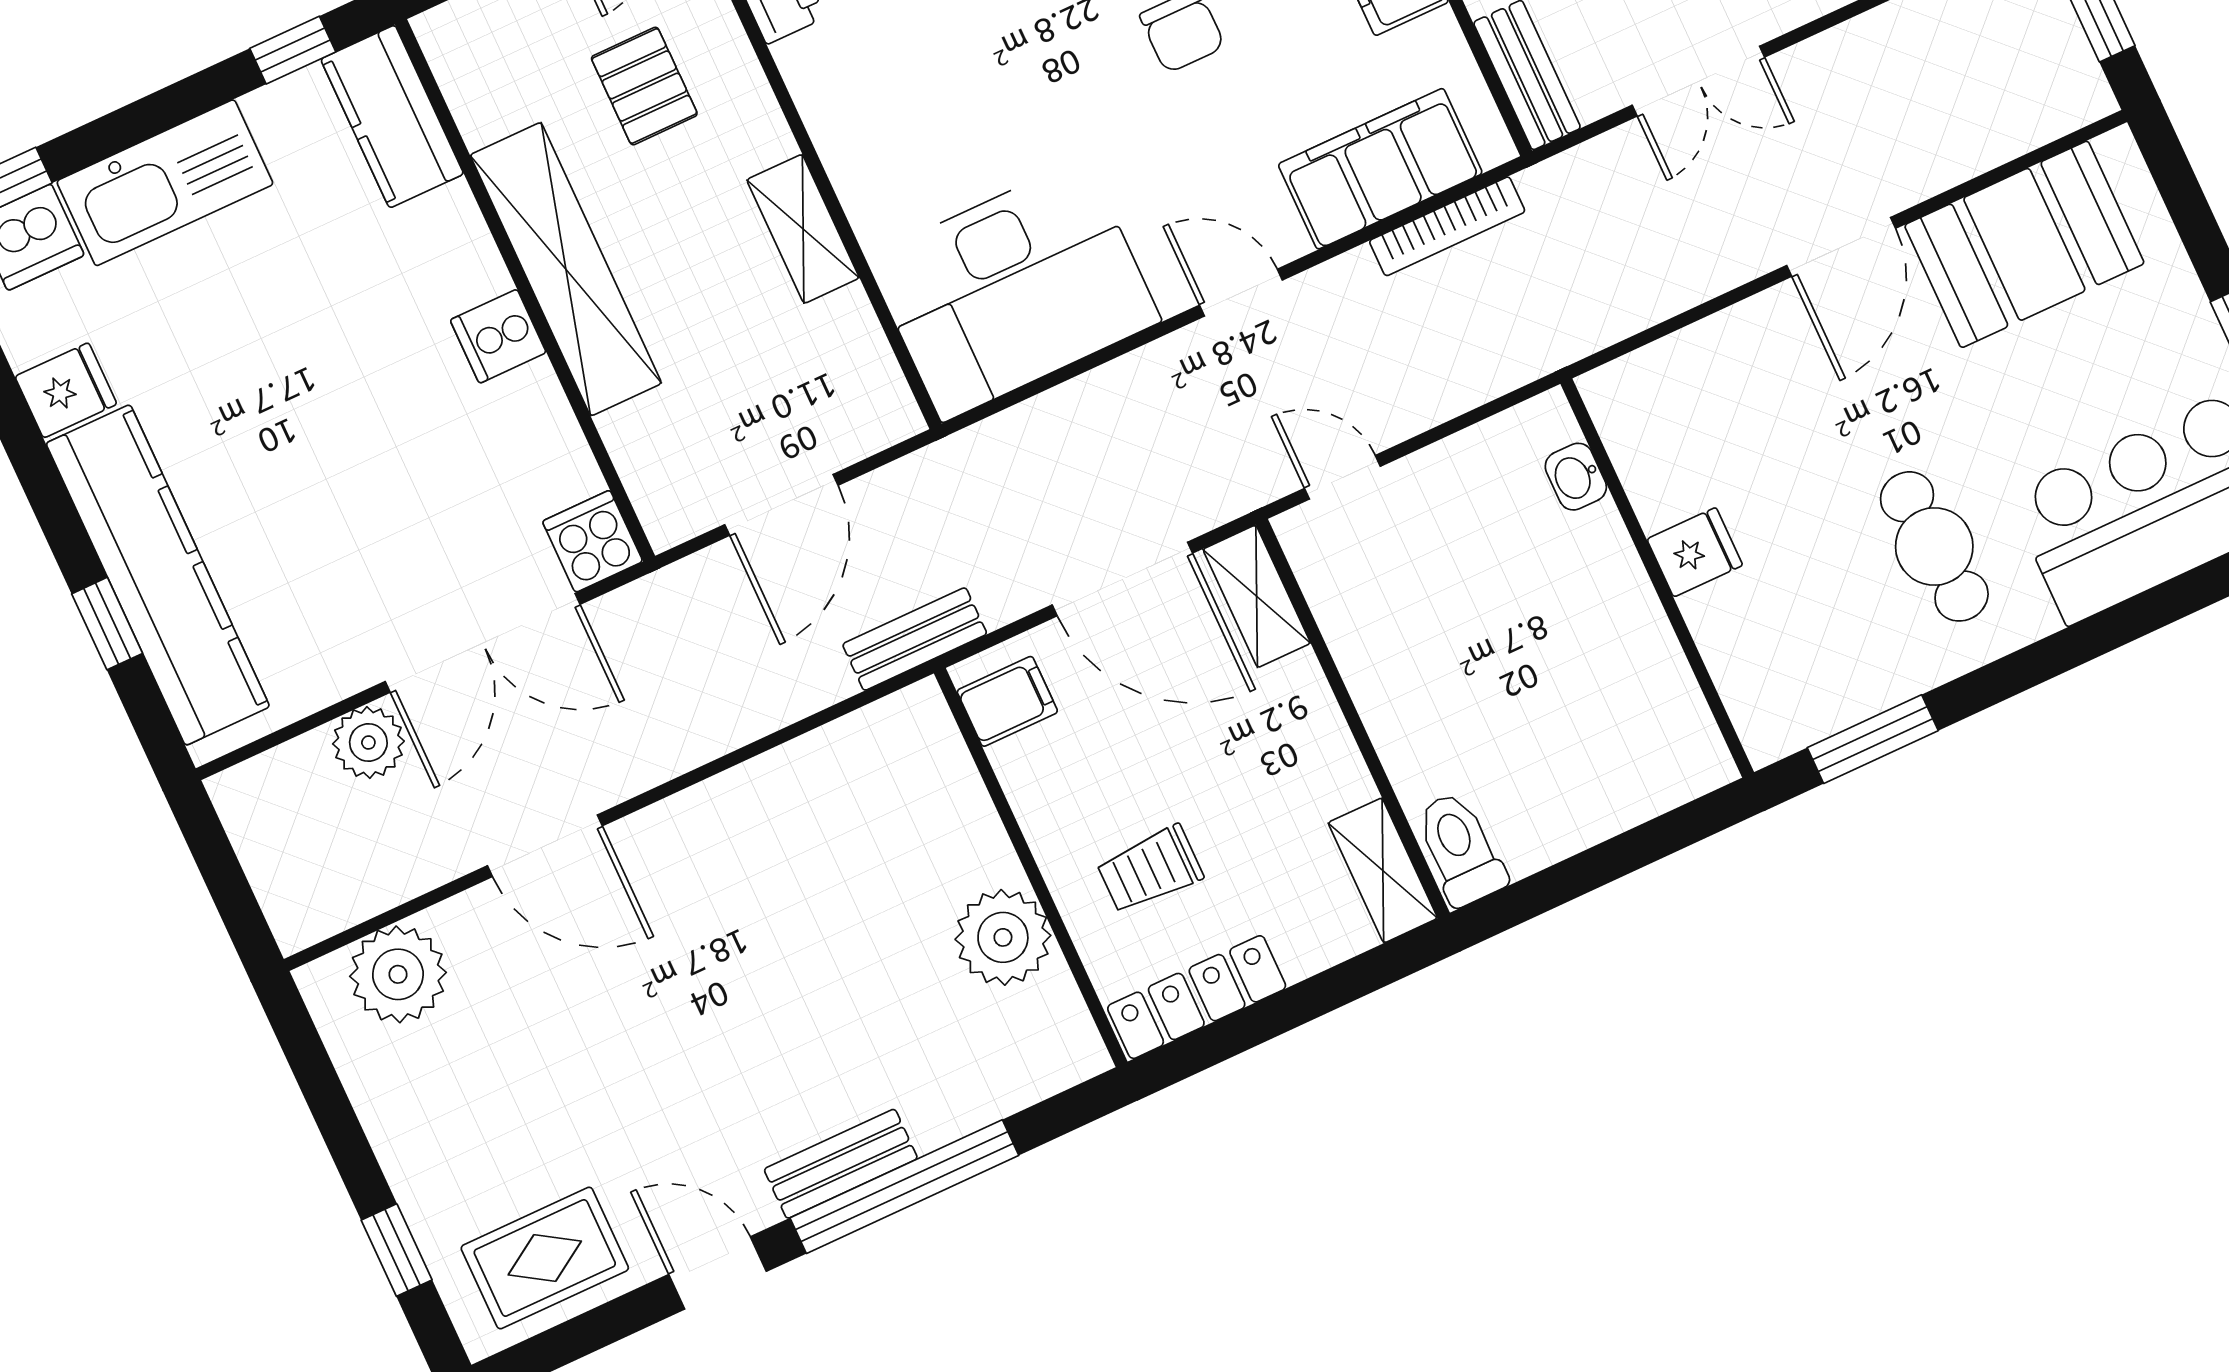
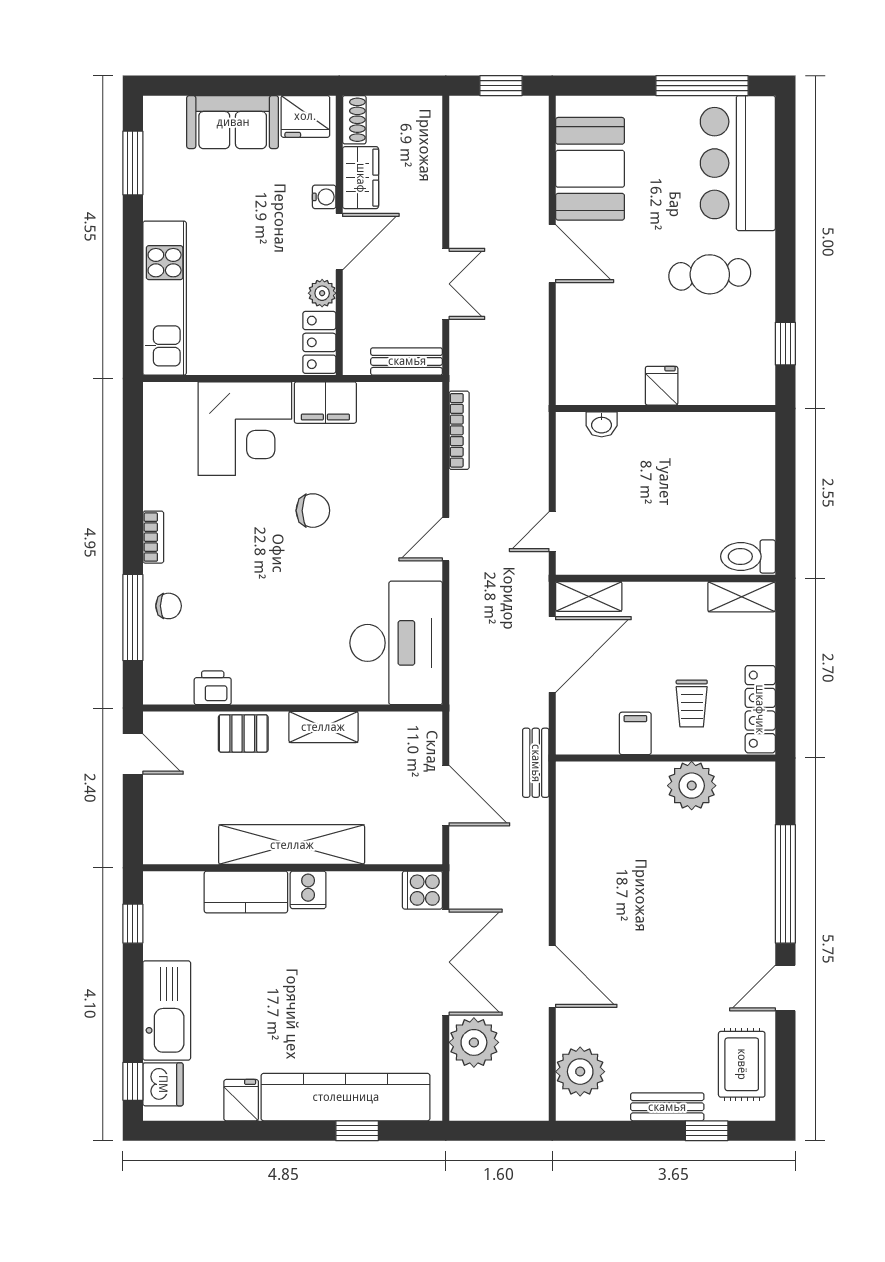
pallet: (644, 86) -> (243, 733), moved
kitchen counter: (392, 116) -> (246, 892), moved
filing cabinet: (1380, 169) -> (418, 449), removed
filing cabinet: (1007, 701) -> (635, 733), moved
window: (1873, 739) -> (785, 344), width x0.67
plant: (368, 743) -> (474, 1042), width x1.36, depth x1.36
door: (545, 846) -> (552, 977), hinge flipped
bench: (841, 1164) -> (667, 1107), moved, turned 90

